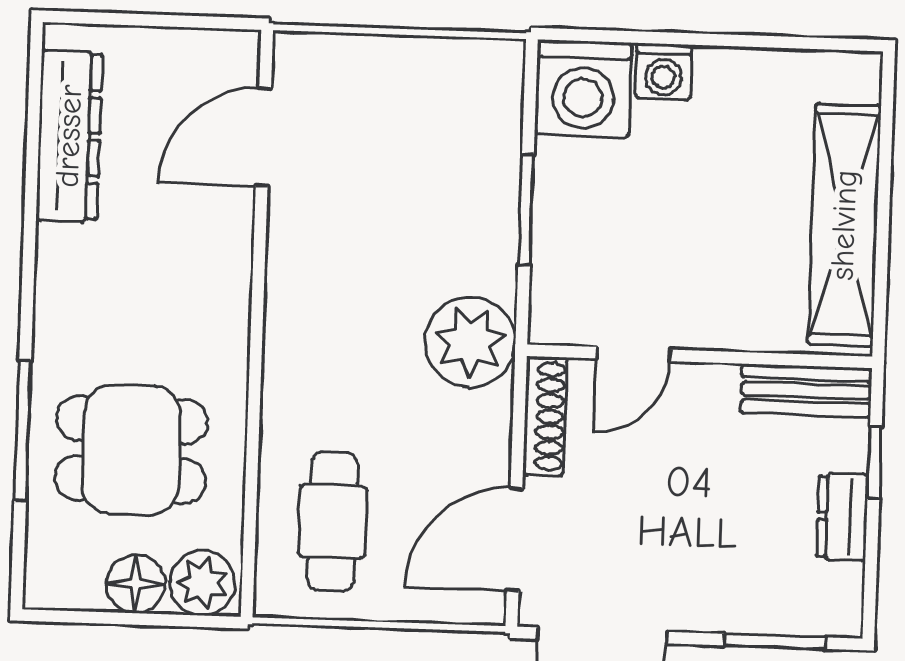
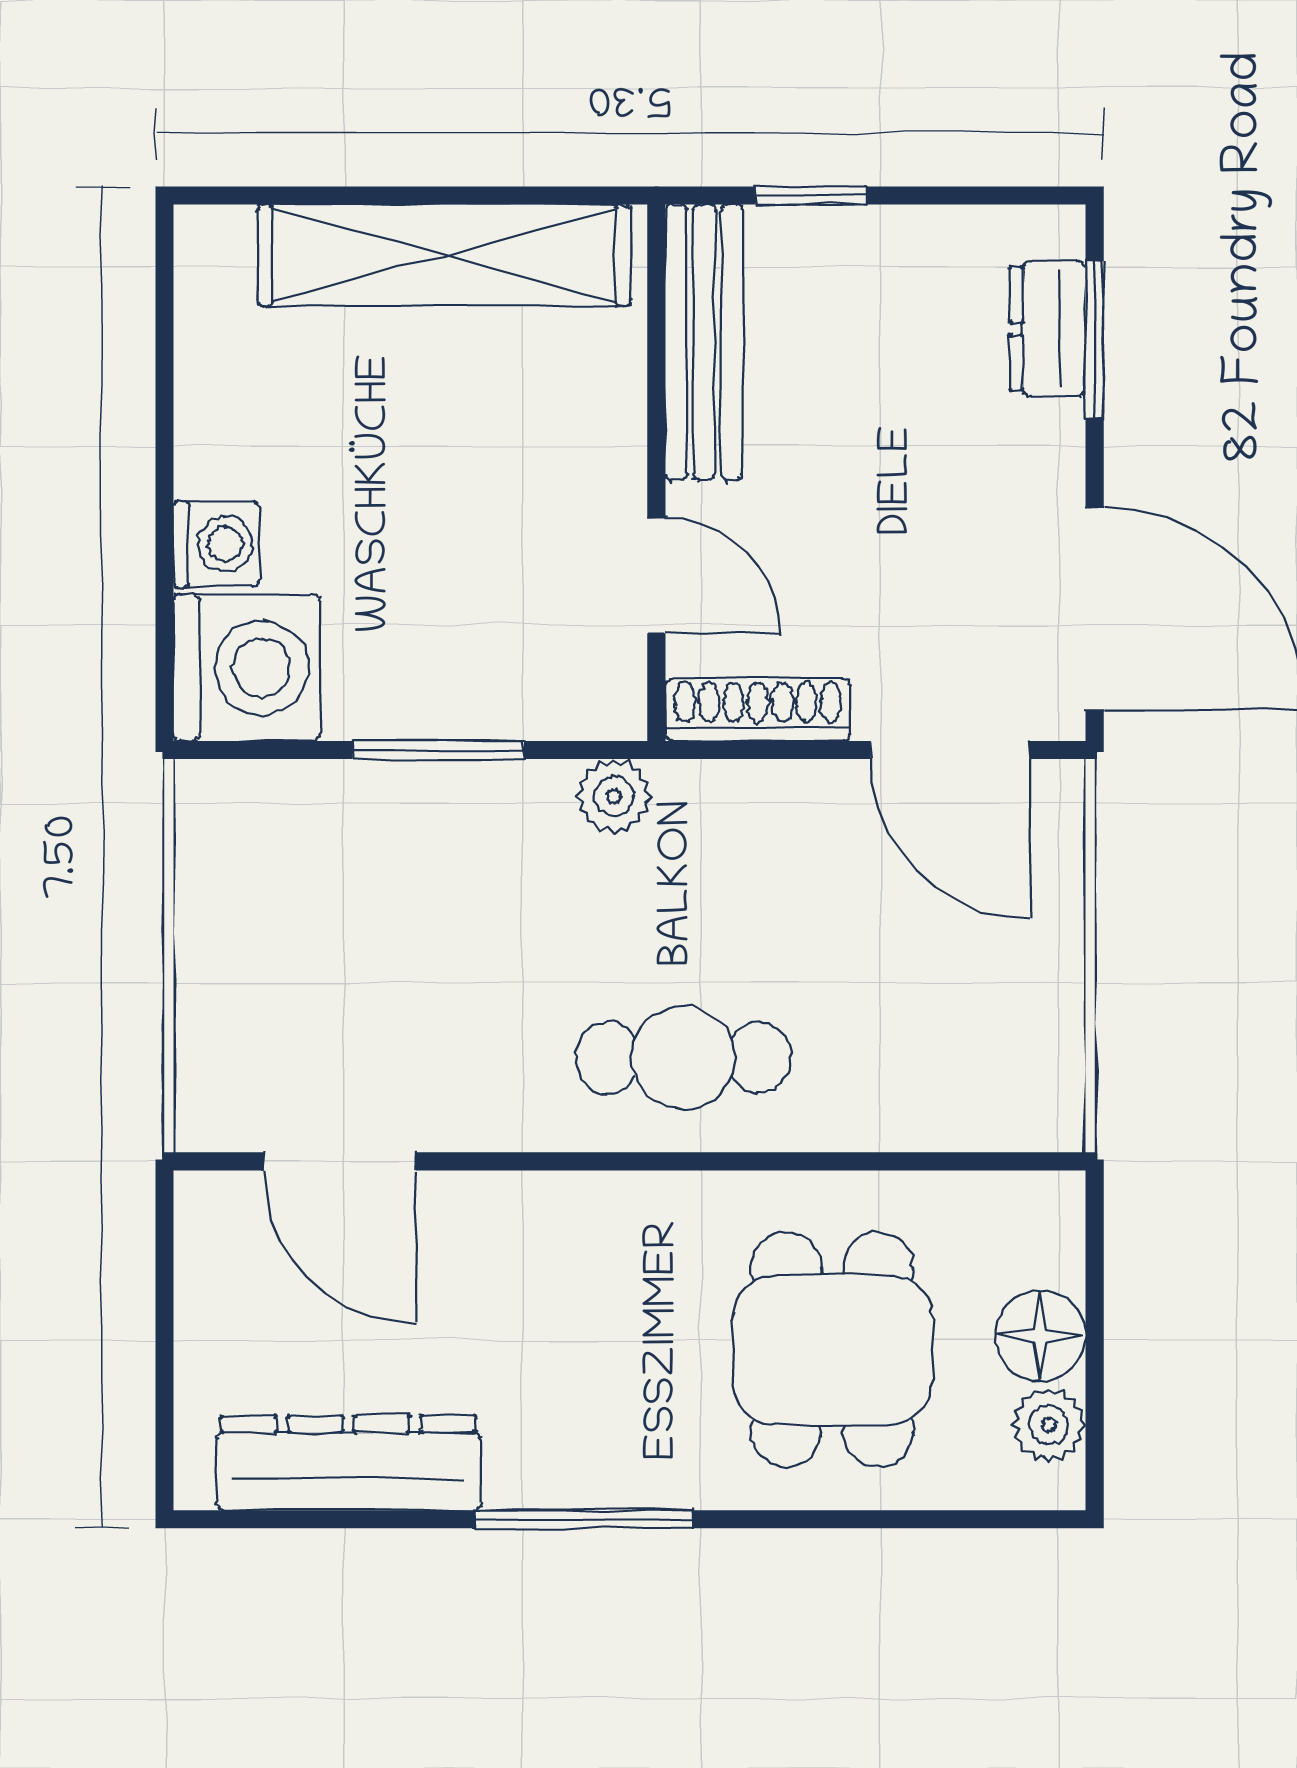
plant: (470, 342) -> (614, 796), width x0.53, depth x0.53
bench: (806, 391) -> (704, 342), width x1.36
window: (23, 431) -> (583, 1519), moved
dresser: (842, 517) -> (1048, 329), moved, turned 90
cafe table: (333, 521) -> (683, 1057), moved
plant: (202, 583) -> (1049, 1425), moved, width x0.73, depth x0.73

